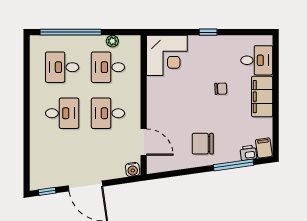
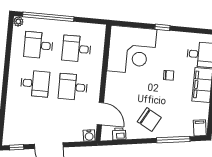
plant: (112, 41) -> (18, 22), moved
corner desk: (167, 55) -> (132, 50), width x1.36, depth x1.36
chair: (203, 144) -> (149, 120), turned -151
printer: (248, 153) -> (119, 134), moved

